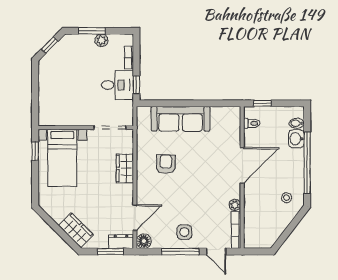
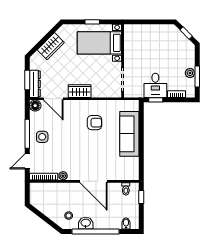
window: (92, 31) -> (197, 76), moved
washbasin: (296, 139) -> (86, 223), moved
window: (35, 151) -> (92, 22), moved
wardrobe: (125, 168) -> (80, 91), moved
wardrobe: (76, 230) -> (51, 46), moved
dresser: (121, 242) -> (35, 84), width x1.44

